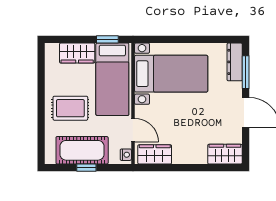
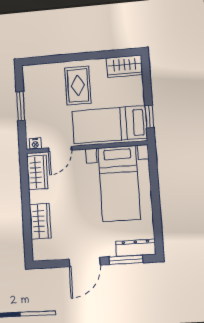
wardrobe: (77, 53) -> (124, 66), moved, turned -90
cot: (82, 150) -> (37, 100), removed
wardrobe: (225, 154) -> (40, 221), moved
window: (86, 168) -> (21, 106), width x1.50

